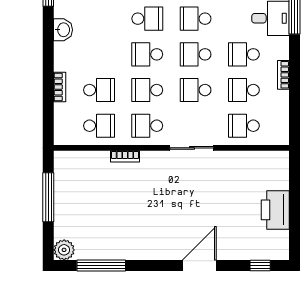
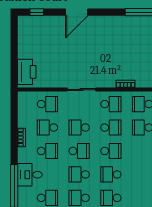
school desk: (196, 19) -> (79, 174), turned 180
school desk: (196, 90) -> (79, 128), turned 180
school desk: (244, 90) -> (47, 128), turned 180
printer: (275, 210) -> (27, 72), moved

